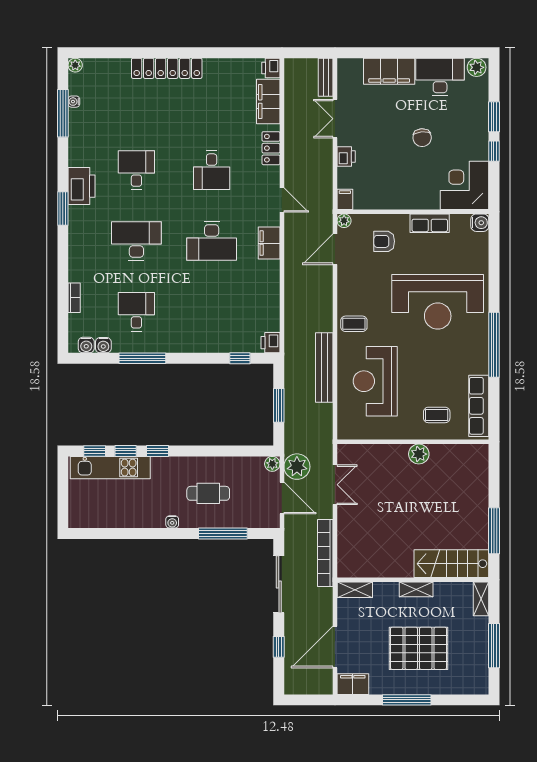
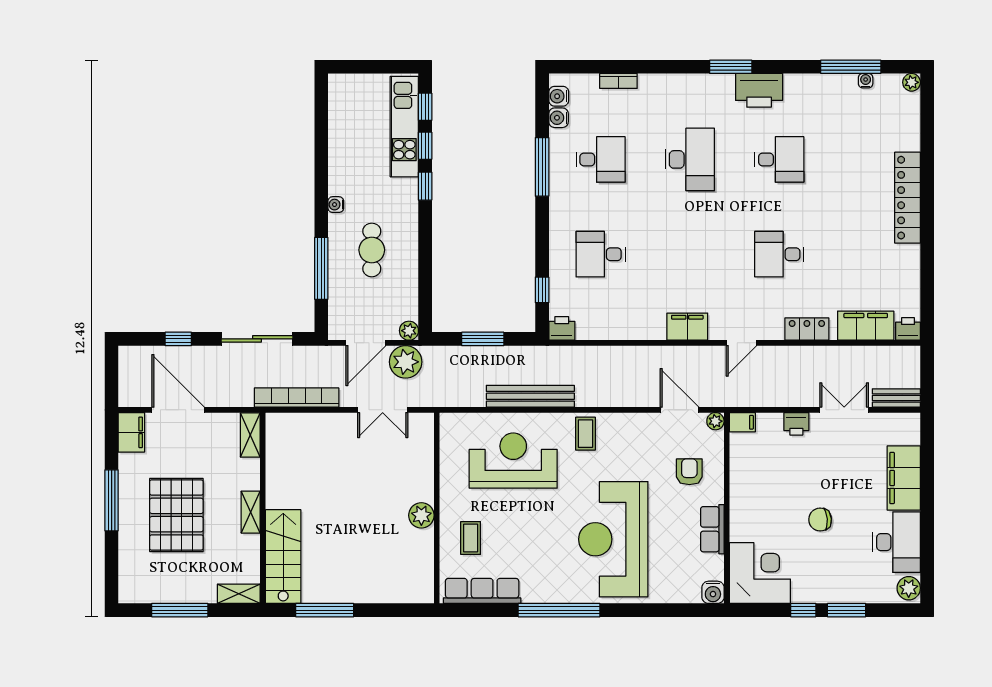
desk: (212, 241) -> (601, 254), moved, width x0.73

